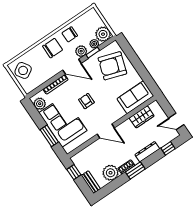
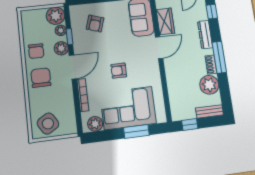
armchair: (112, 66) -> (95, 24), width x0.53, depth x0.53
door: (106, 131) -> (159, 48), moved
window: (135, 171) -> (219, 57), width x1.44

